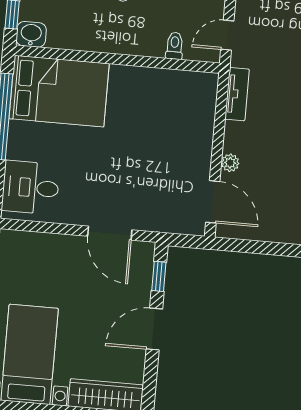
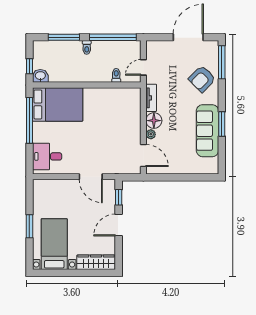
floor lamp: (238, 137) -> (154, 121), added

